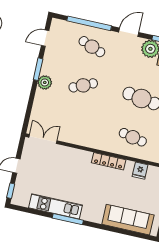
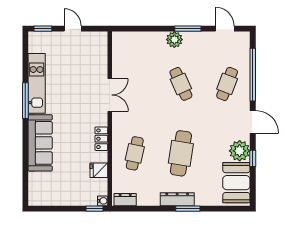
double door: (43, 139) -> (110, 95), moved
locker: (109, 161) -> (101, 139), width x0.66
sofa: (128, 220) -> (40, 143), moved

